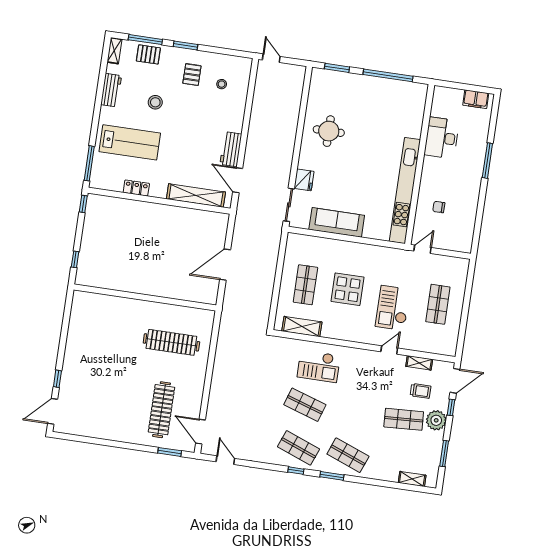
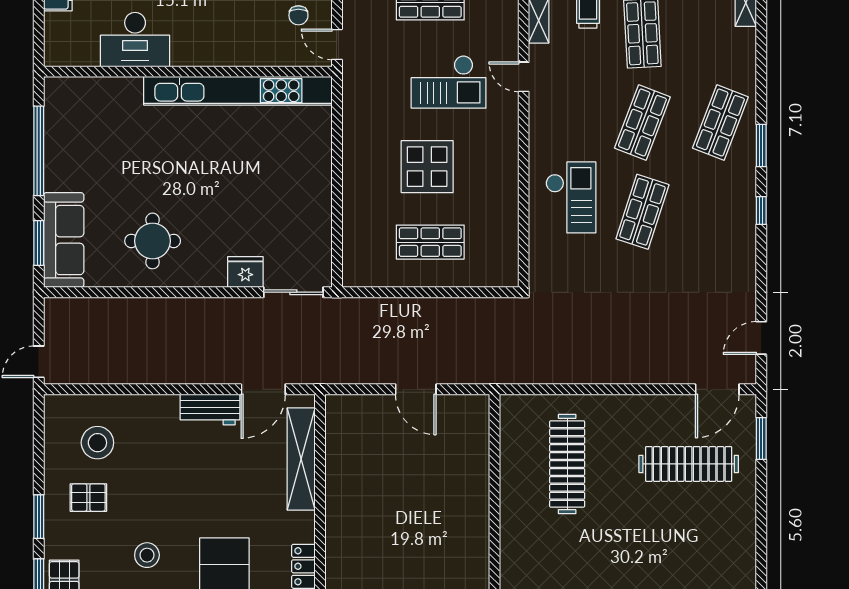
stool: (222, 84) -> (97, 443), width x1.89, depth x1.89
chair: (439, 207) -> (298, 15), moved
sofa: (337, 222) -> (64, 240), moved, turned 180
door: (225, 265) -> (416, 389), width x0.73
shelving: (302, 327) -> (505, 237), removed
shop shelf: (299, 448) -> (642, 123), moved

